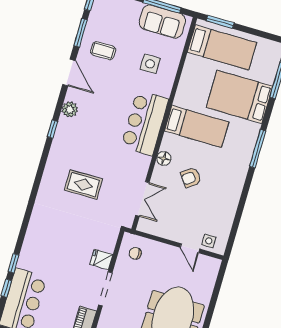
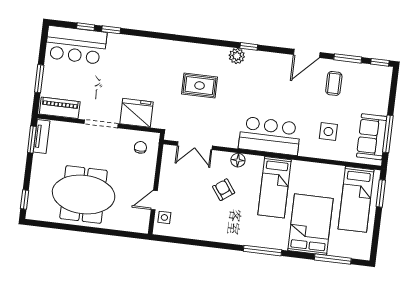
plant: (70, 109) -> (237, 56), moved
rug: (83, 184) -> (200, 86), turned 90
fridge: (101, 259) -> (137, 113), width x1.88, depth x1.34

